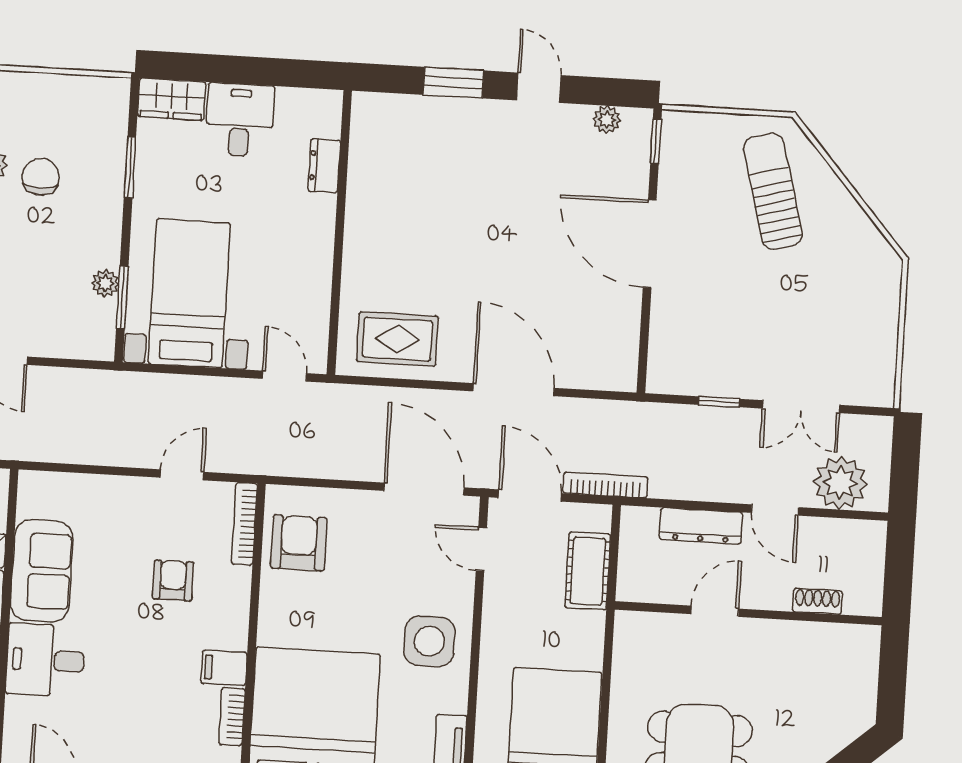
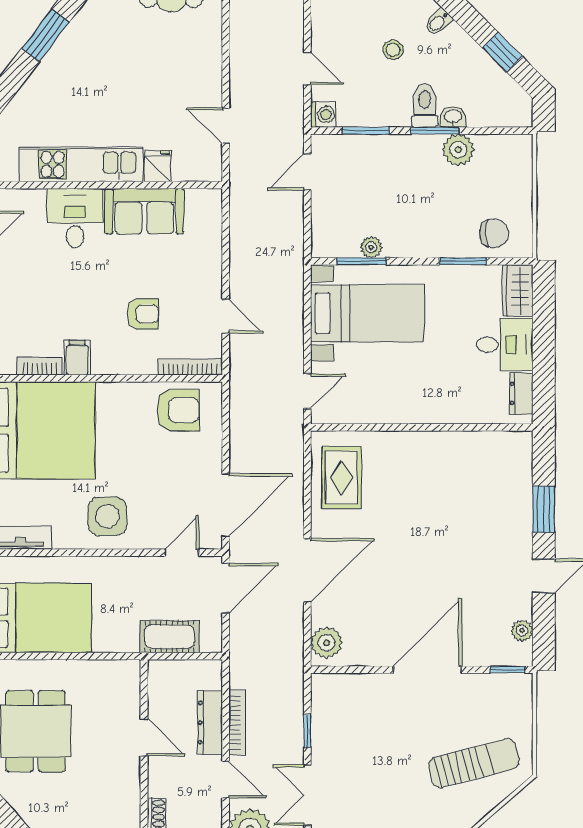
dresser: (324, 166) -> (521, 393), moved, turned -90
chair: (41, 177) -> (494, 233), moved
plant: (608, 371) -> (327, 643), added
bookcase: (605, 485) -> (237, 722), moved
door: (775, 510) -> (226, 780), swing flipped

